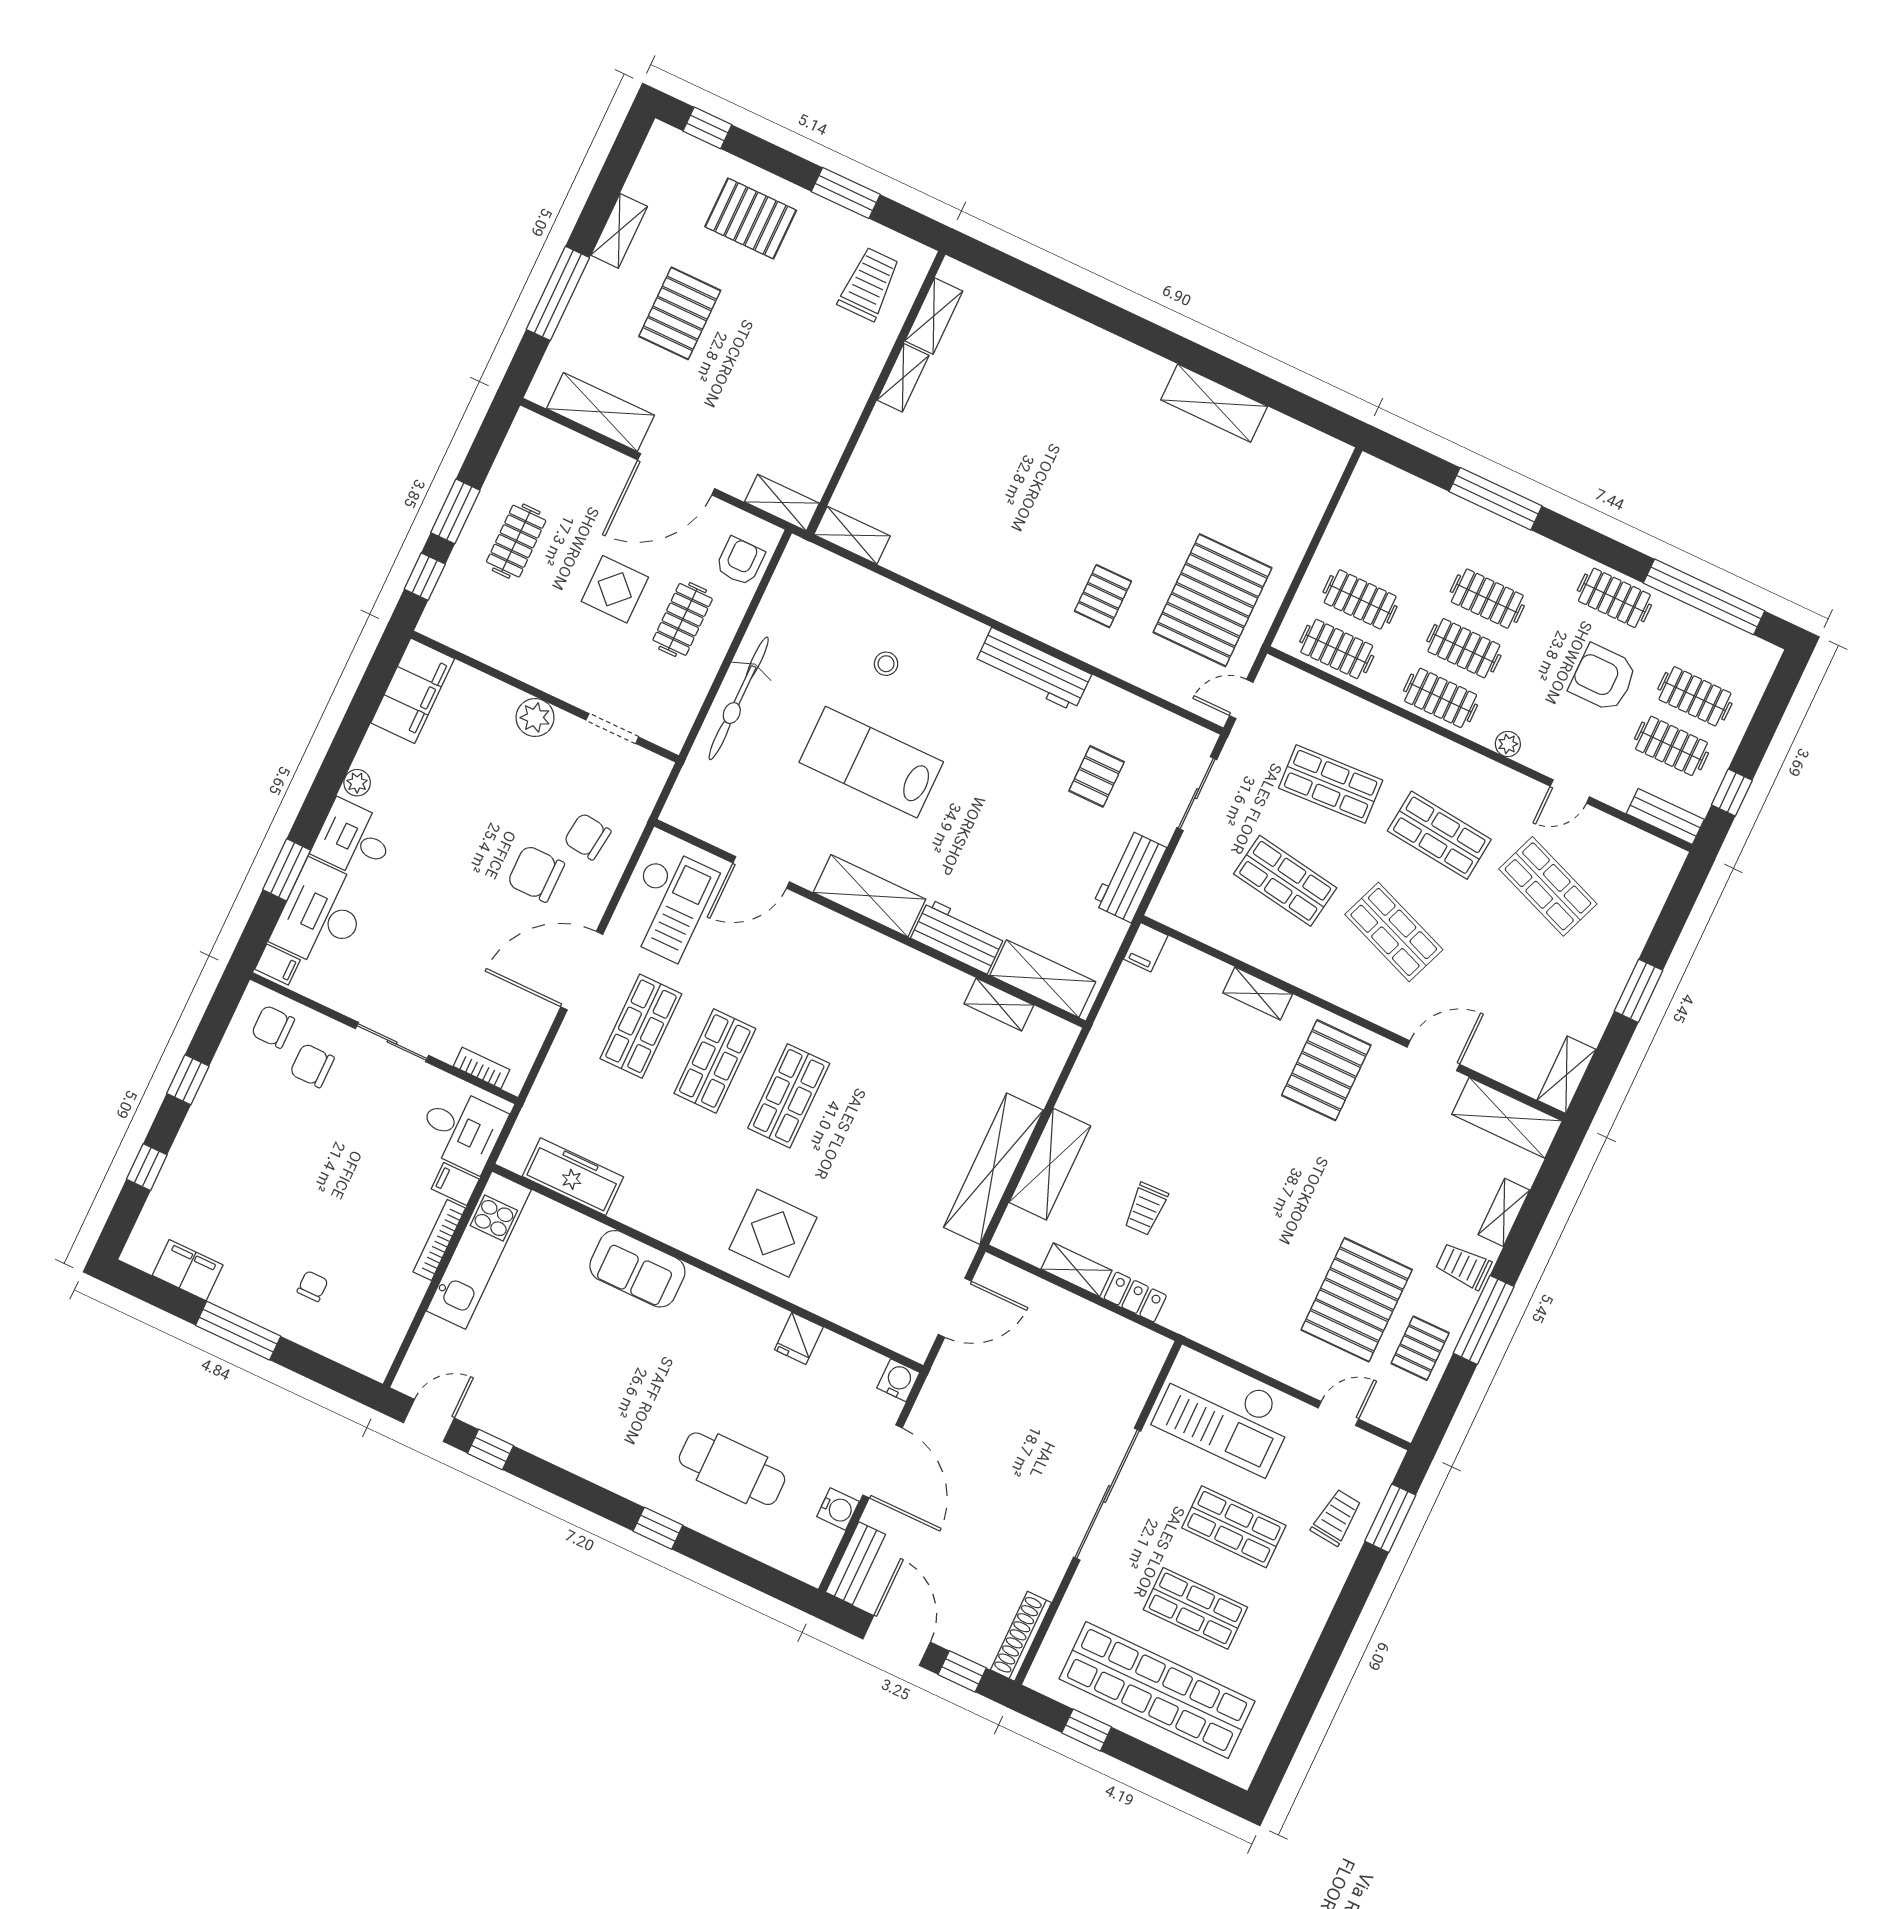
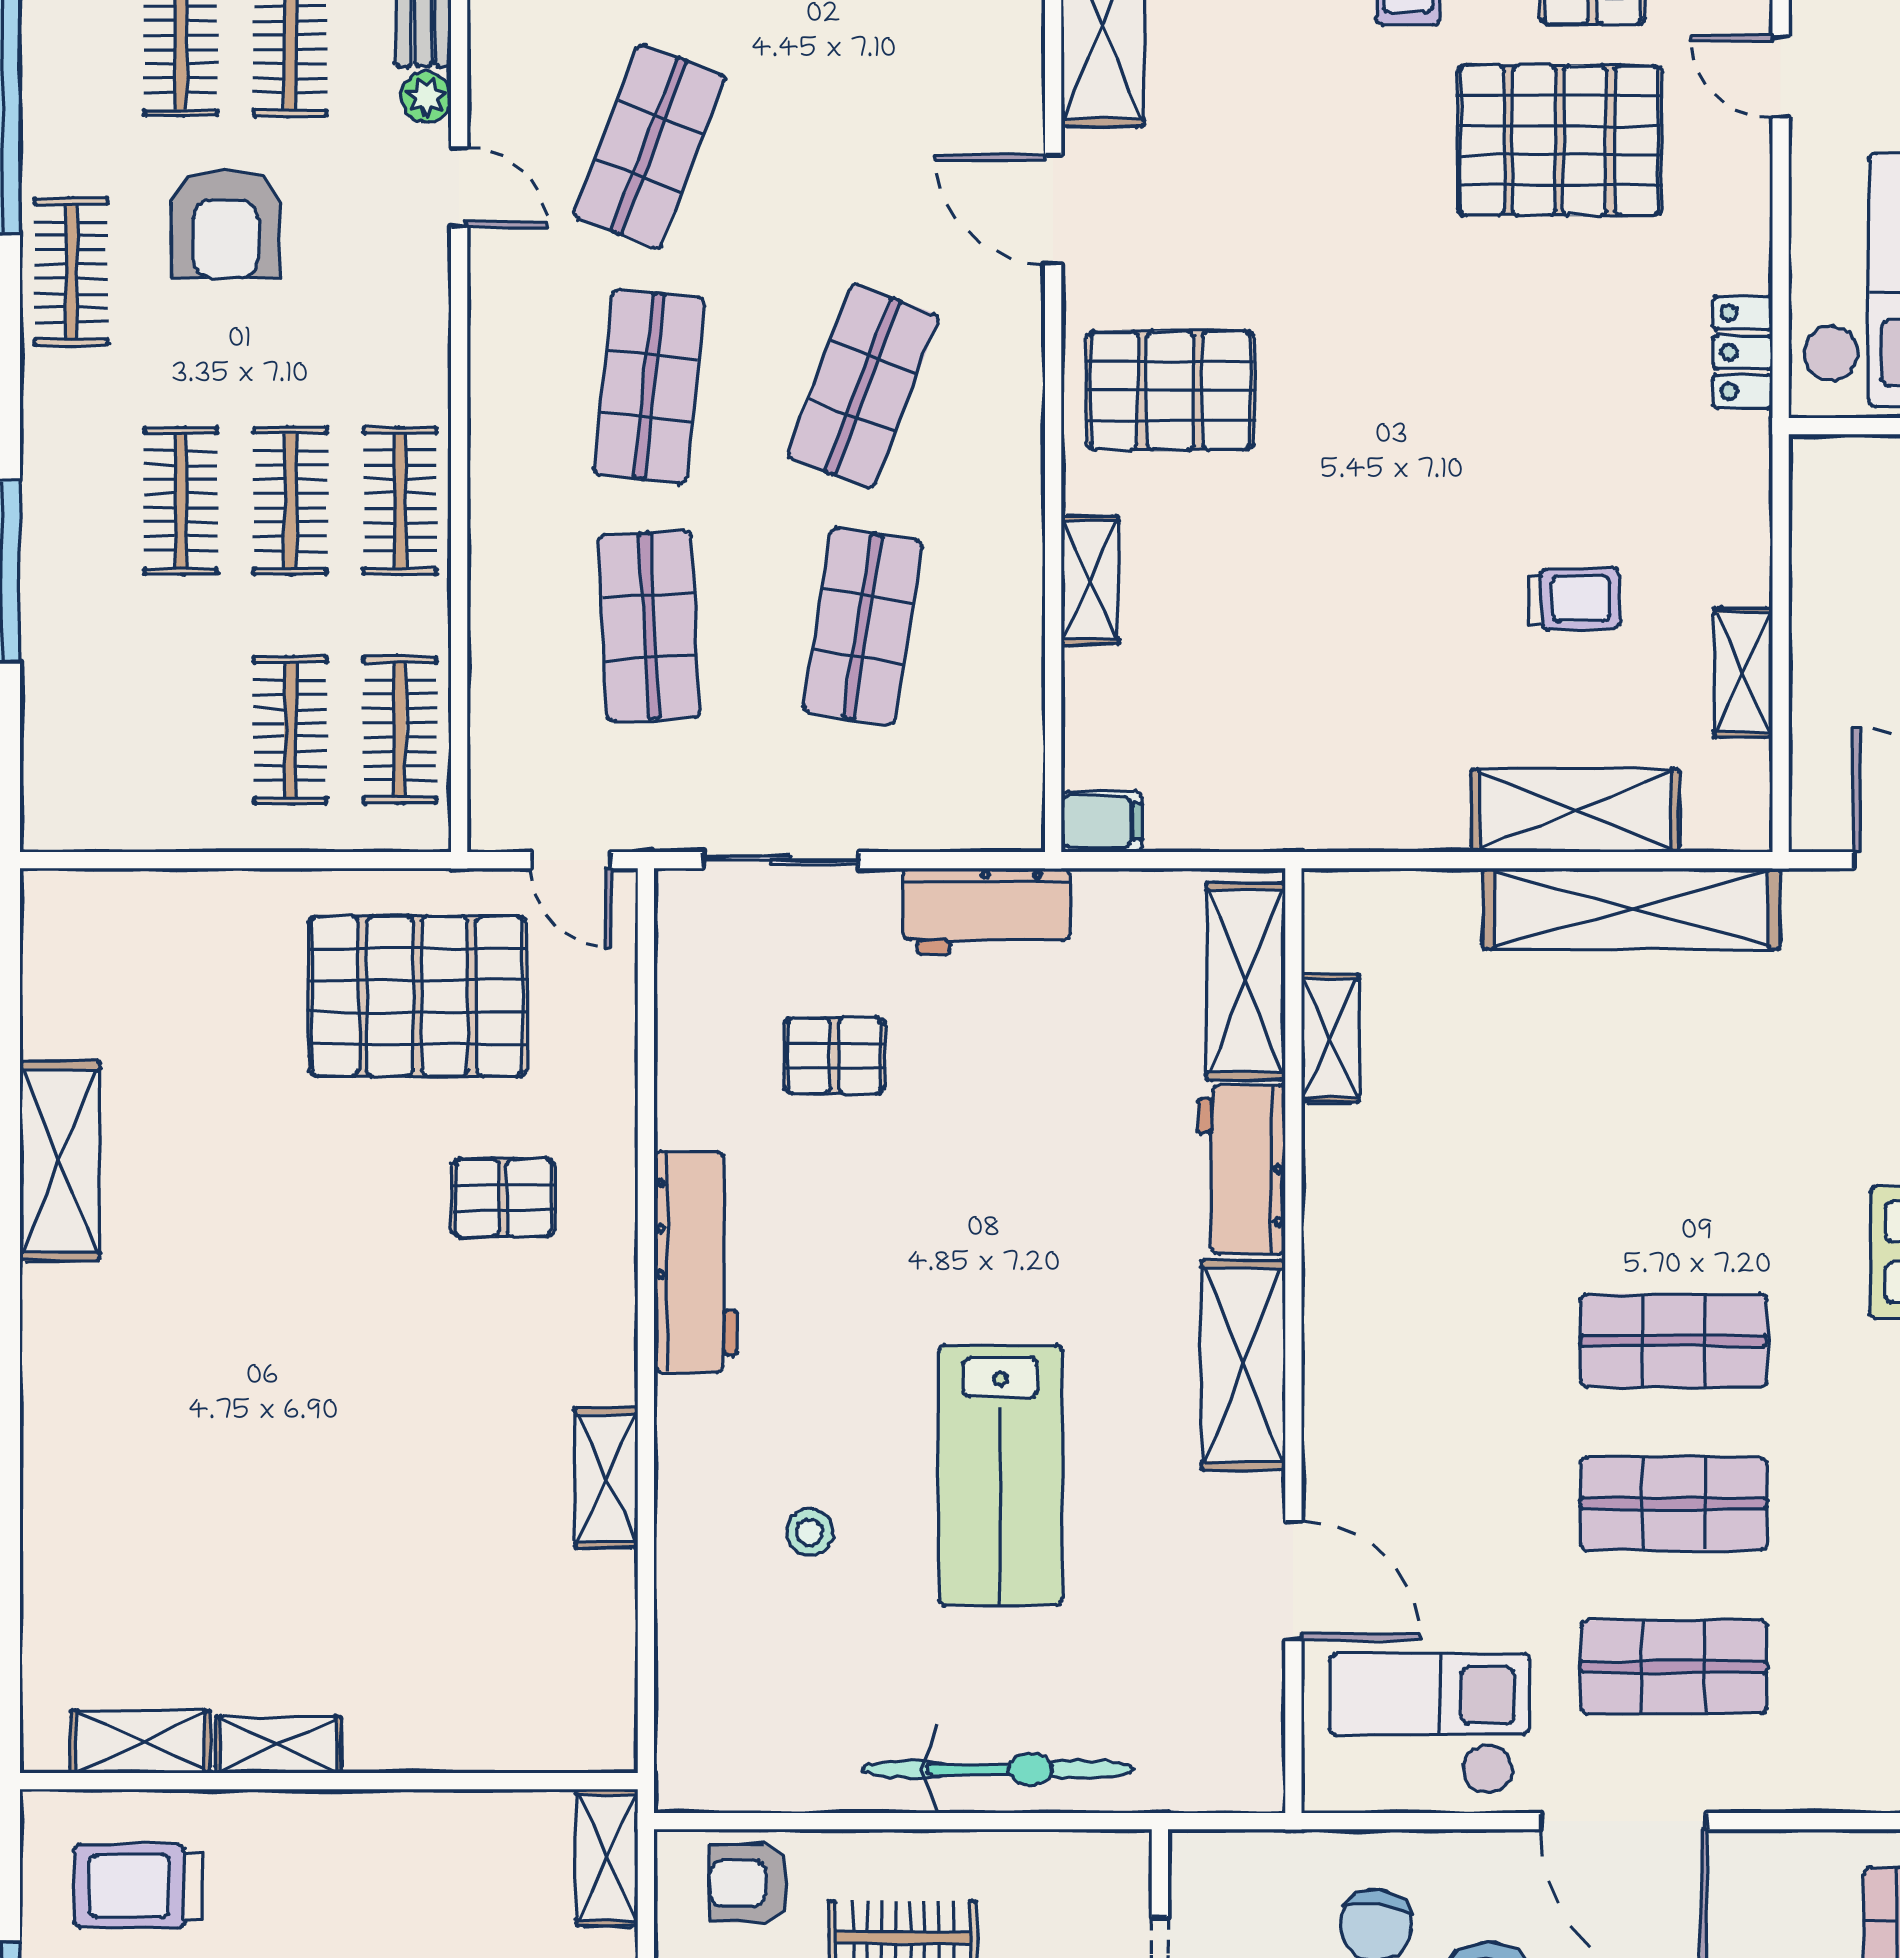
shelving: (852, 535) -> (607, 1478), moved
plant: (1508, 744) -> (426, 97), moved
locker: (1135, 1297) -> (1743, 352), moved

